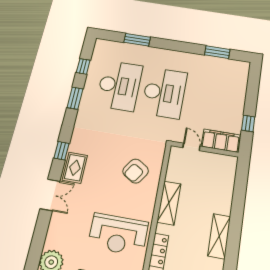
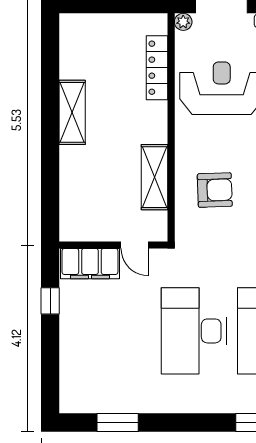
armchair: (136, 171) -> (215, 190), turned 55
shelving: (169, 203) -> (155, 177), moved

